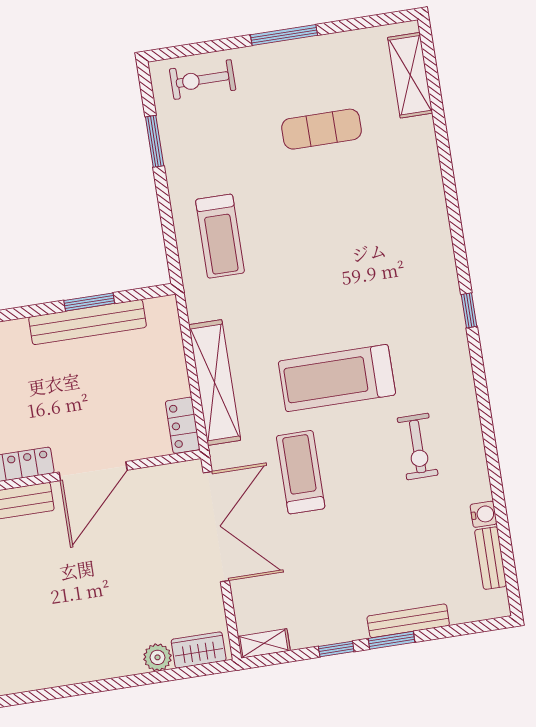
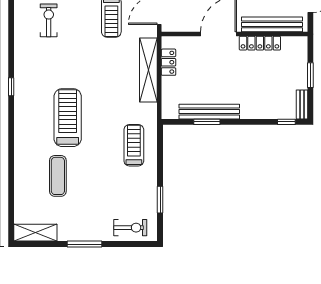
shelving: (410, 75) -> (35, 233), moved, turned 90
exercise mat: (322, 129) -> (58, 176), moved, turned 90
treadmill: (337, 378) -> (68, 118), moved, turned -90
locker: (183, 425) -> (169, 62), moved

